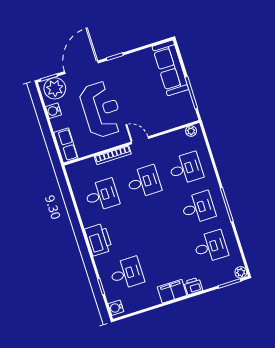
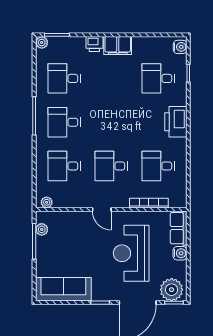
sofa: (170, 68) -> (63, 289), moved, turned -90
plant: (188, 105) -> (42, 229), added
water cooler: (54, 111) -> (180, 253), moved
bookcase: (113, 155) -> (149, 203), moved

